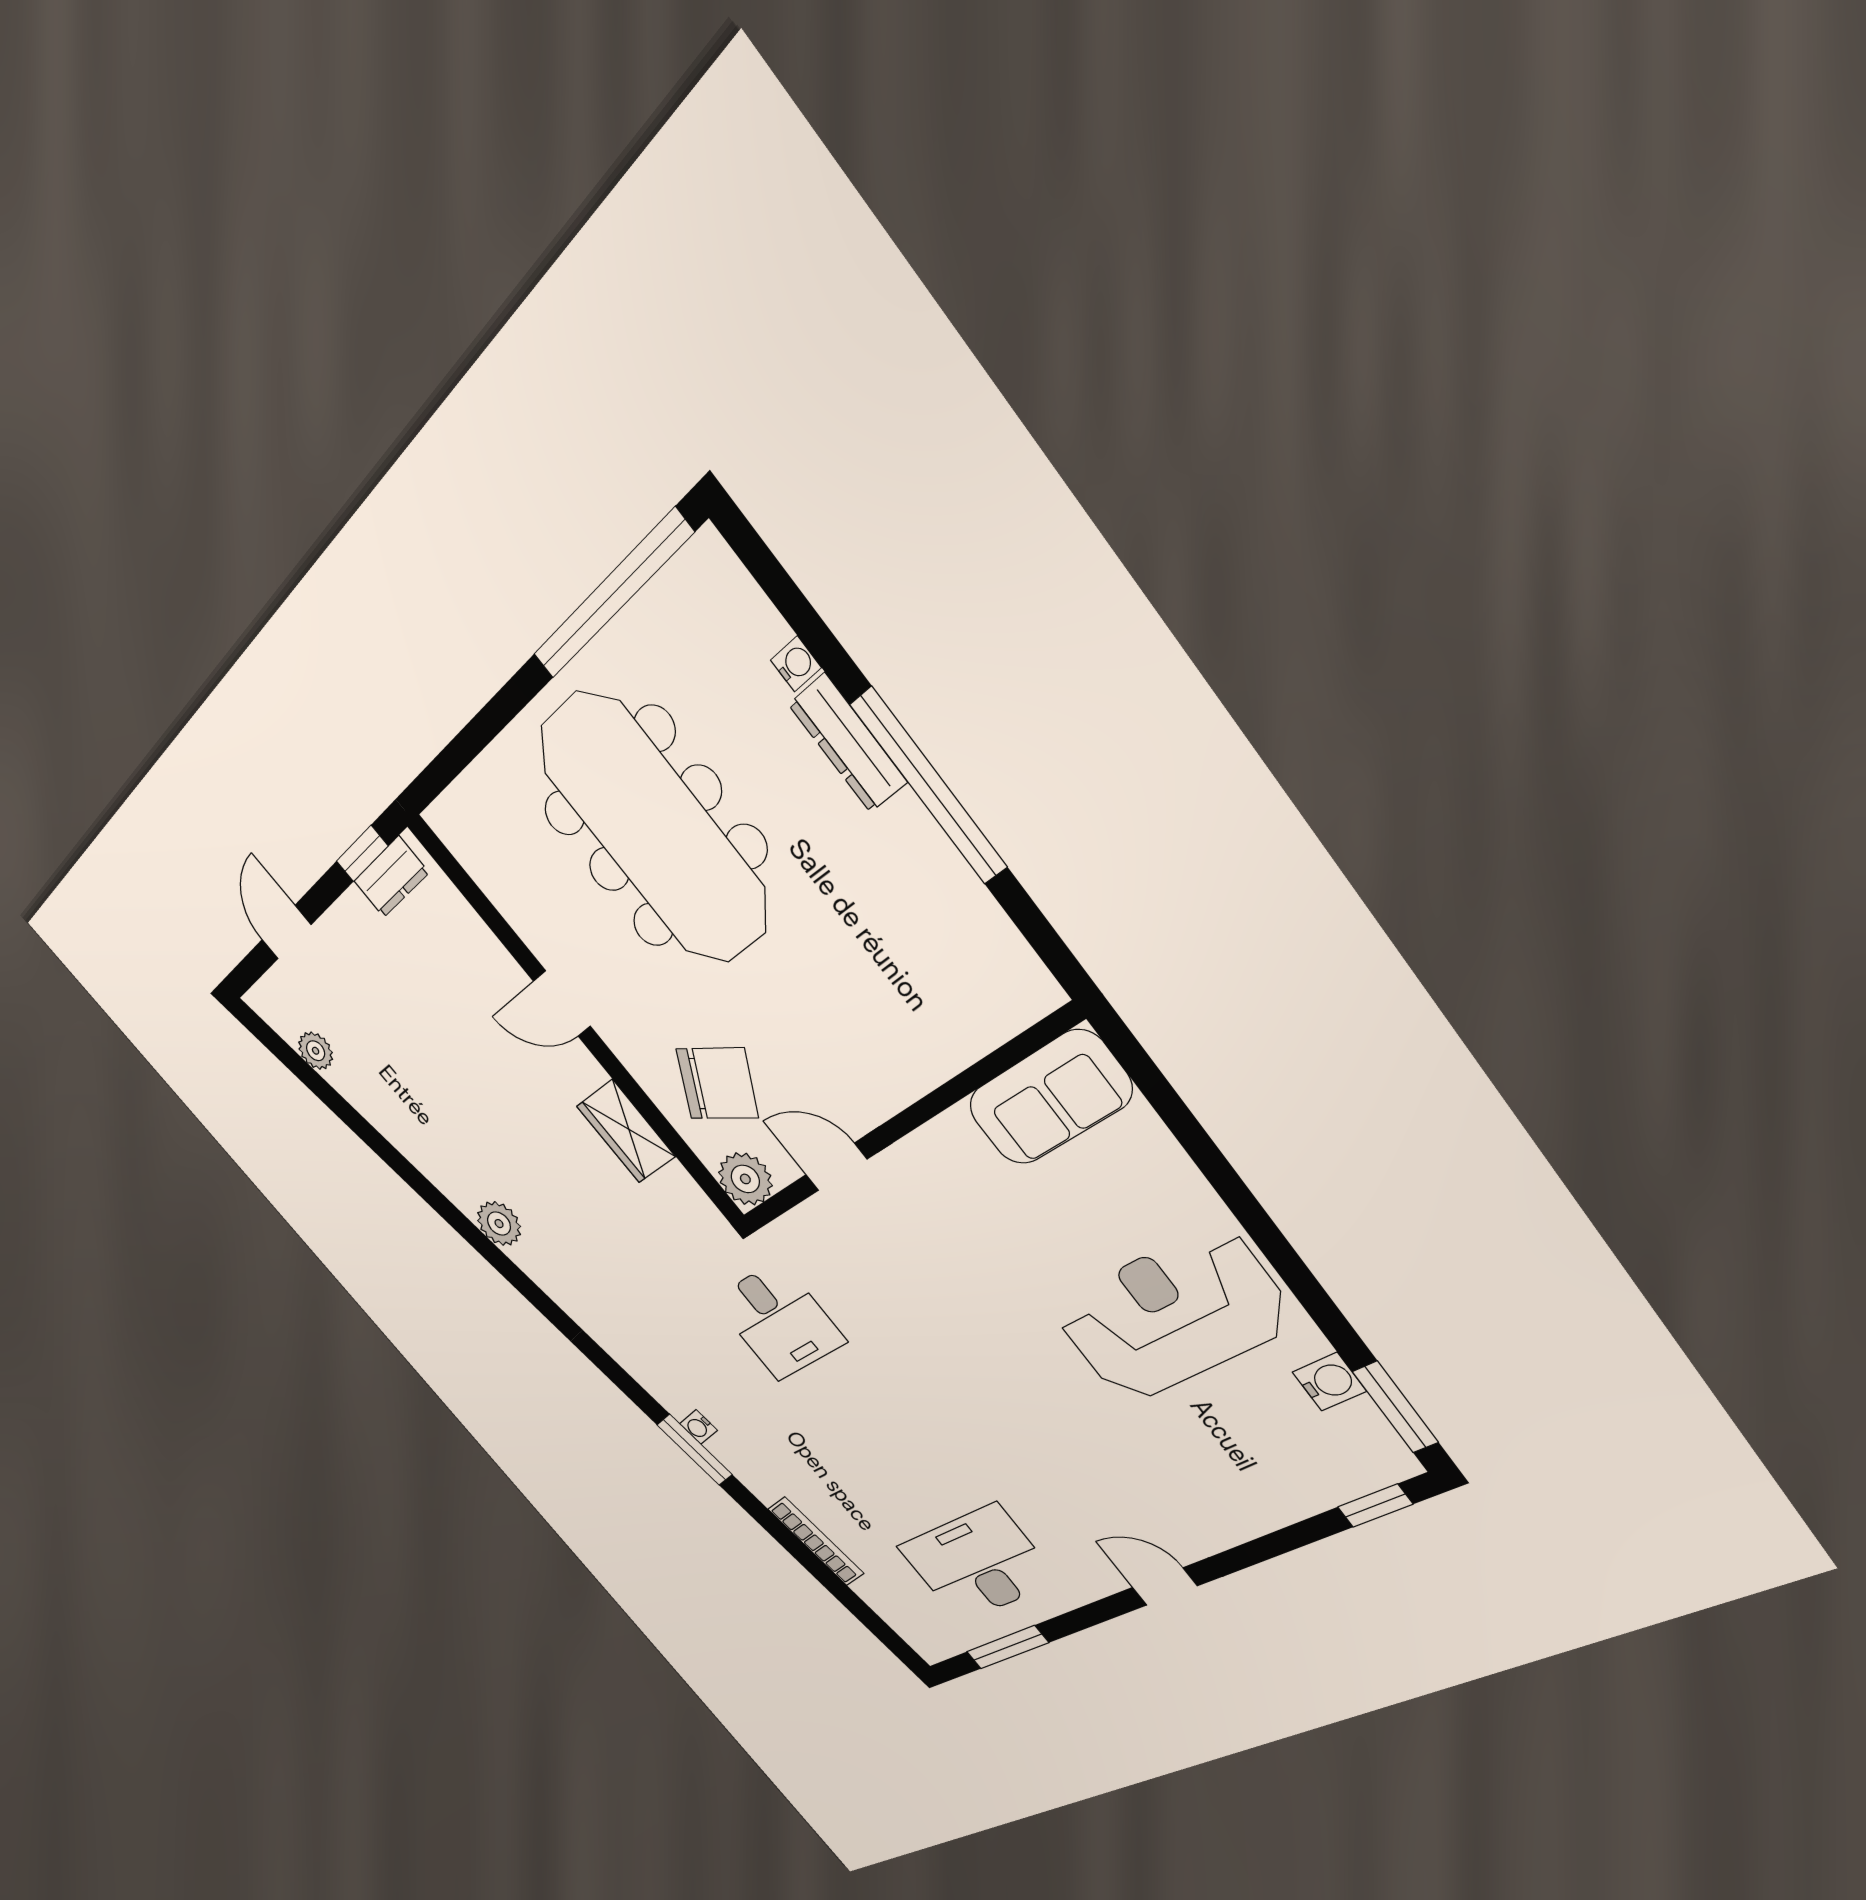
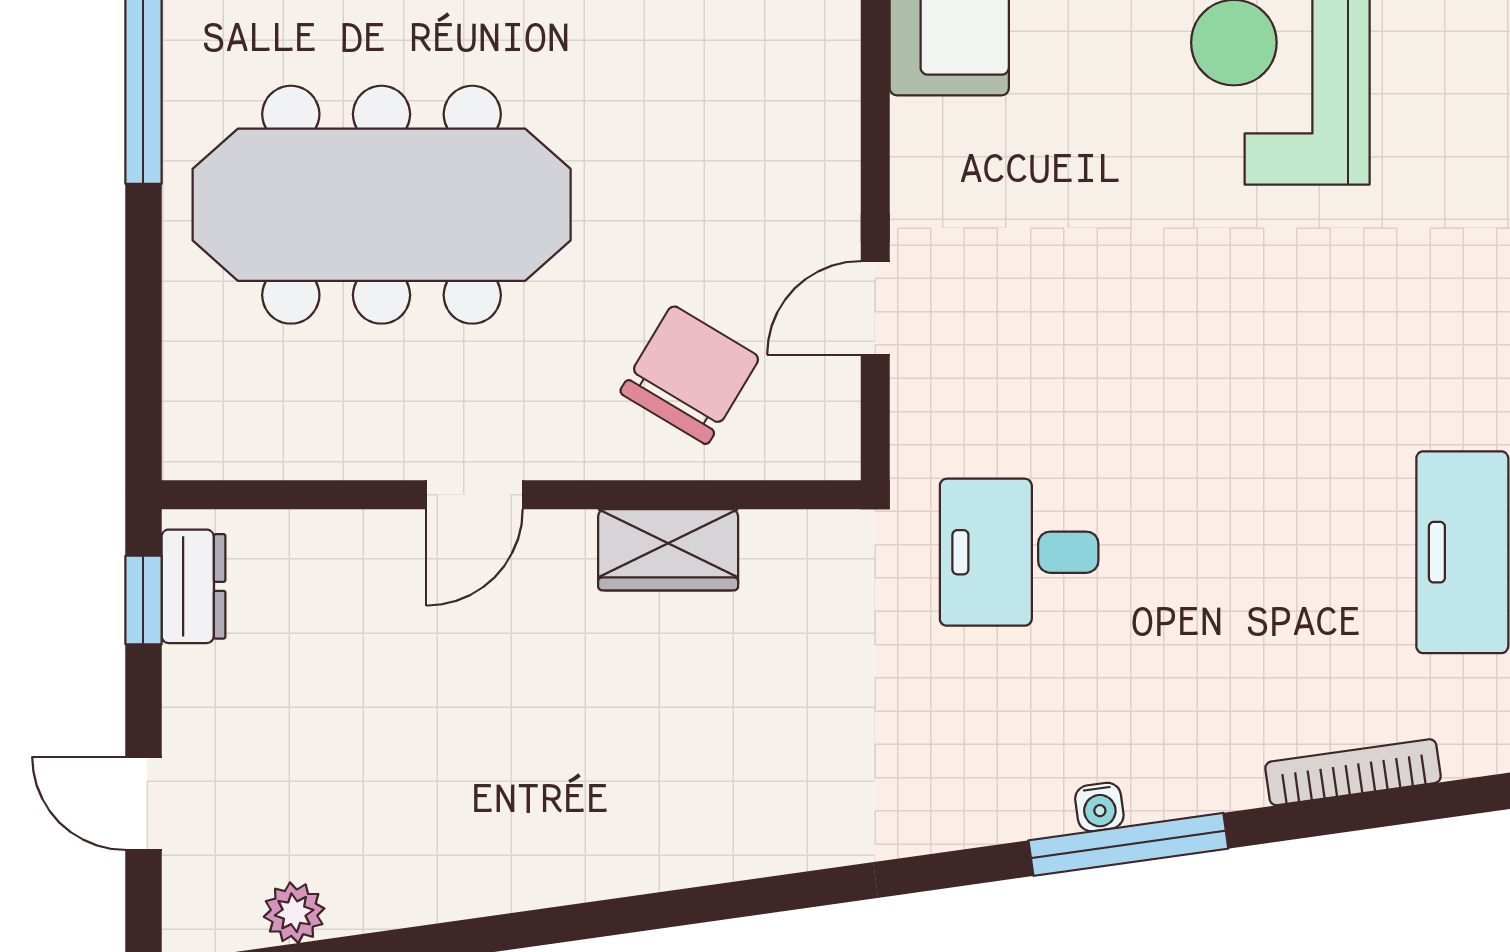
plant: (745, 1179) -> (820, 439), removed
plant: (499, 1224) -> (666, 853), removed
desk: (779, 1321) -> (1019, 552), turned 180
window: (694, 1450) -> (1128, 844), width x1.44

